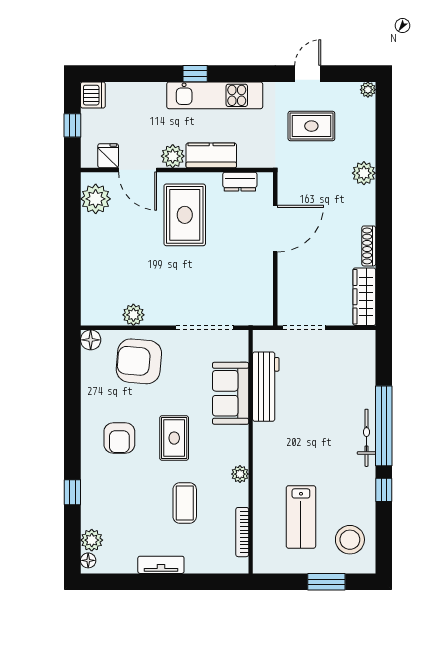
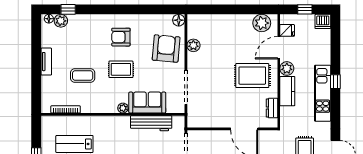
plant: (240, 474) -> (123, 108), moved
window: (72, 492) -> (68, 9), moved

